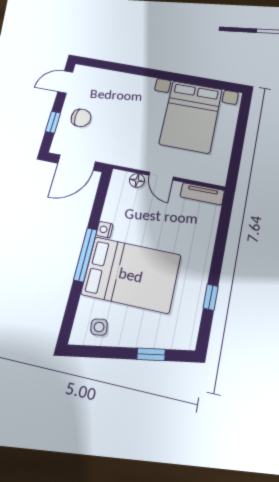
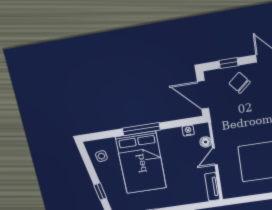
chair: (81, 118) -> (240, 83), turned 140
nightstand: (105, 230) -> (188, 131), moved

